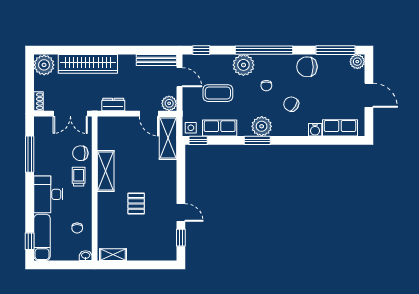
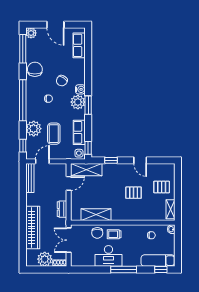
plant: (44, 65) -> (45, 259), moved
plant: (243, 65) -> (34, 129), moved
chair: (307, 67) -> (35, 69), turned 180
door: (369, 95) -> (55, 25), swing flipped
plant: (169, 103) -> (61, 169), removed
double door: (70, 114) -> (69, 240), swing flipped
water cooler: (315, 130) -> (80, 89), moved
window: (30, 154) -> (124, 270), moved
shelving: (106, 171) -> (96, 215), moved
desk: (48, 194) -> (108, 256), moved
door: (181, 212) -> (140, 160), swing flipped
window: (181, 238) -> (111, 160), moved
pallet: (144, 242) -> (162, 187), added

